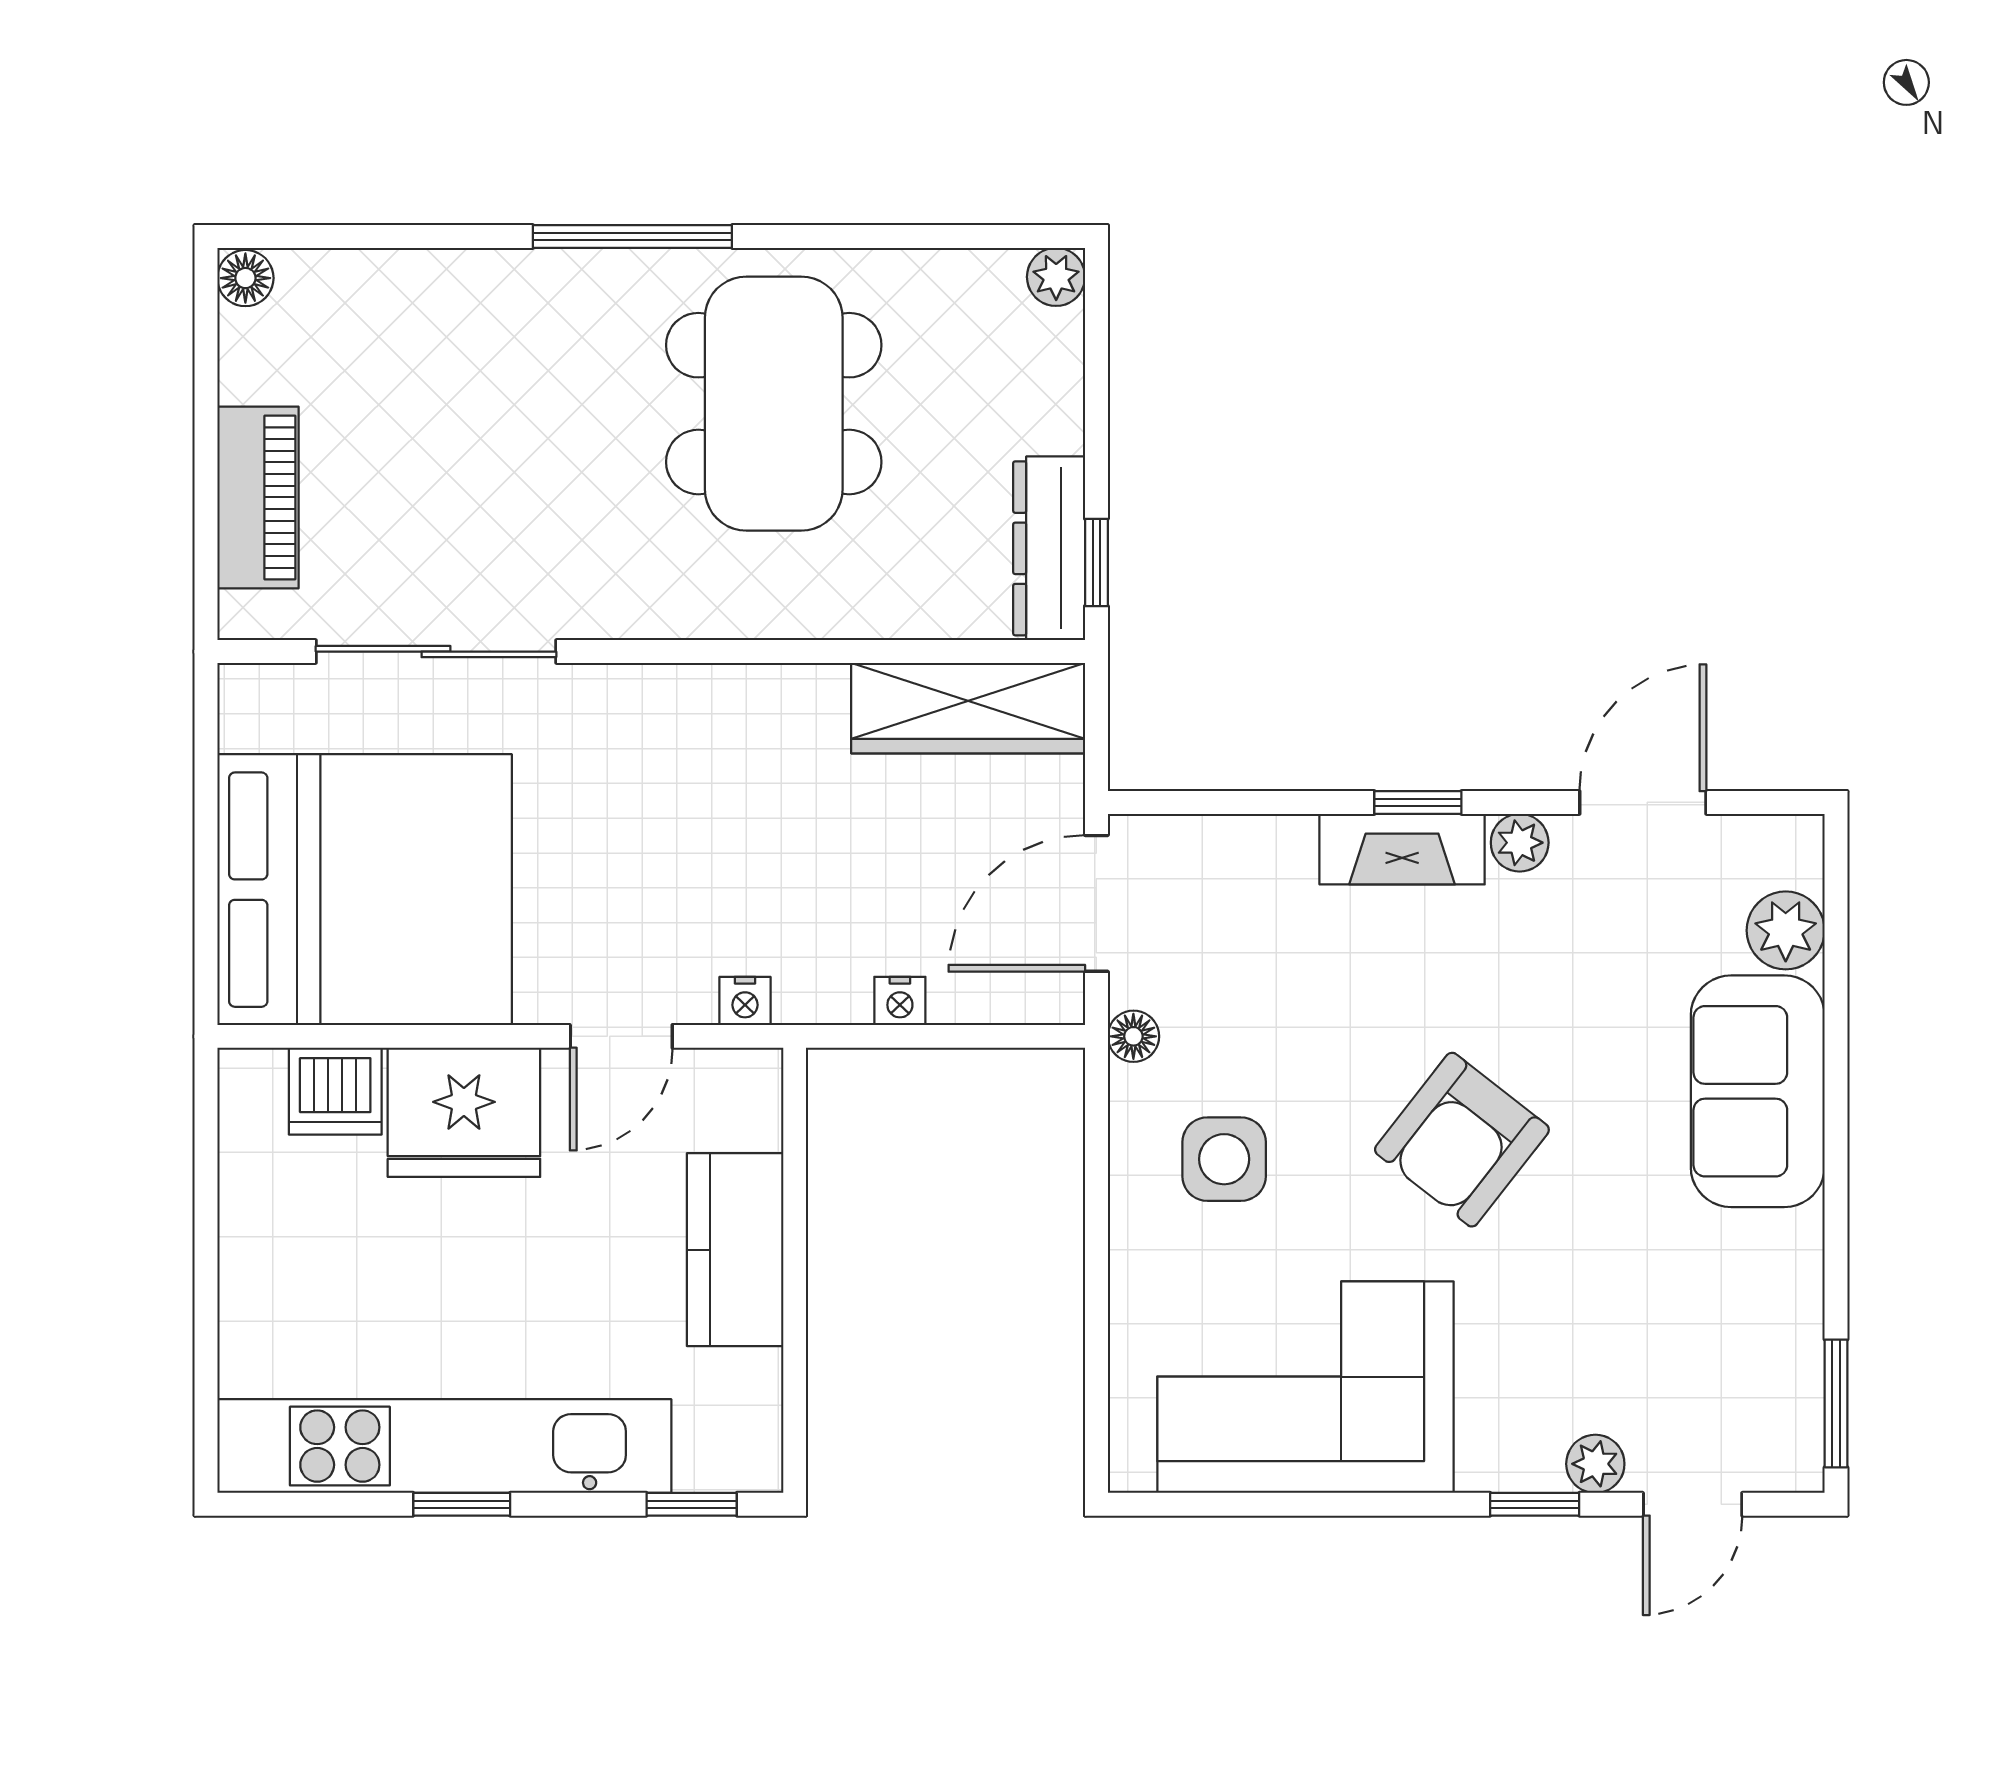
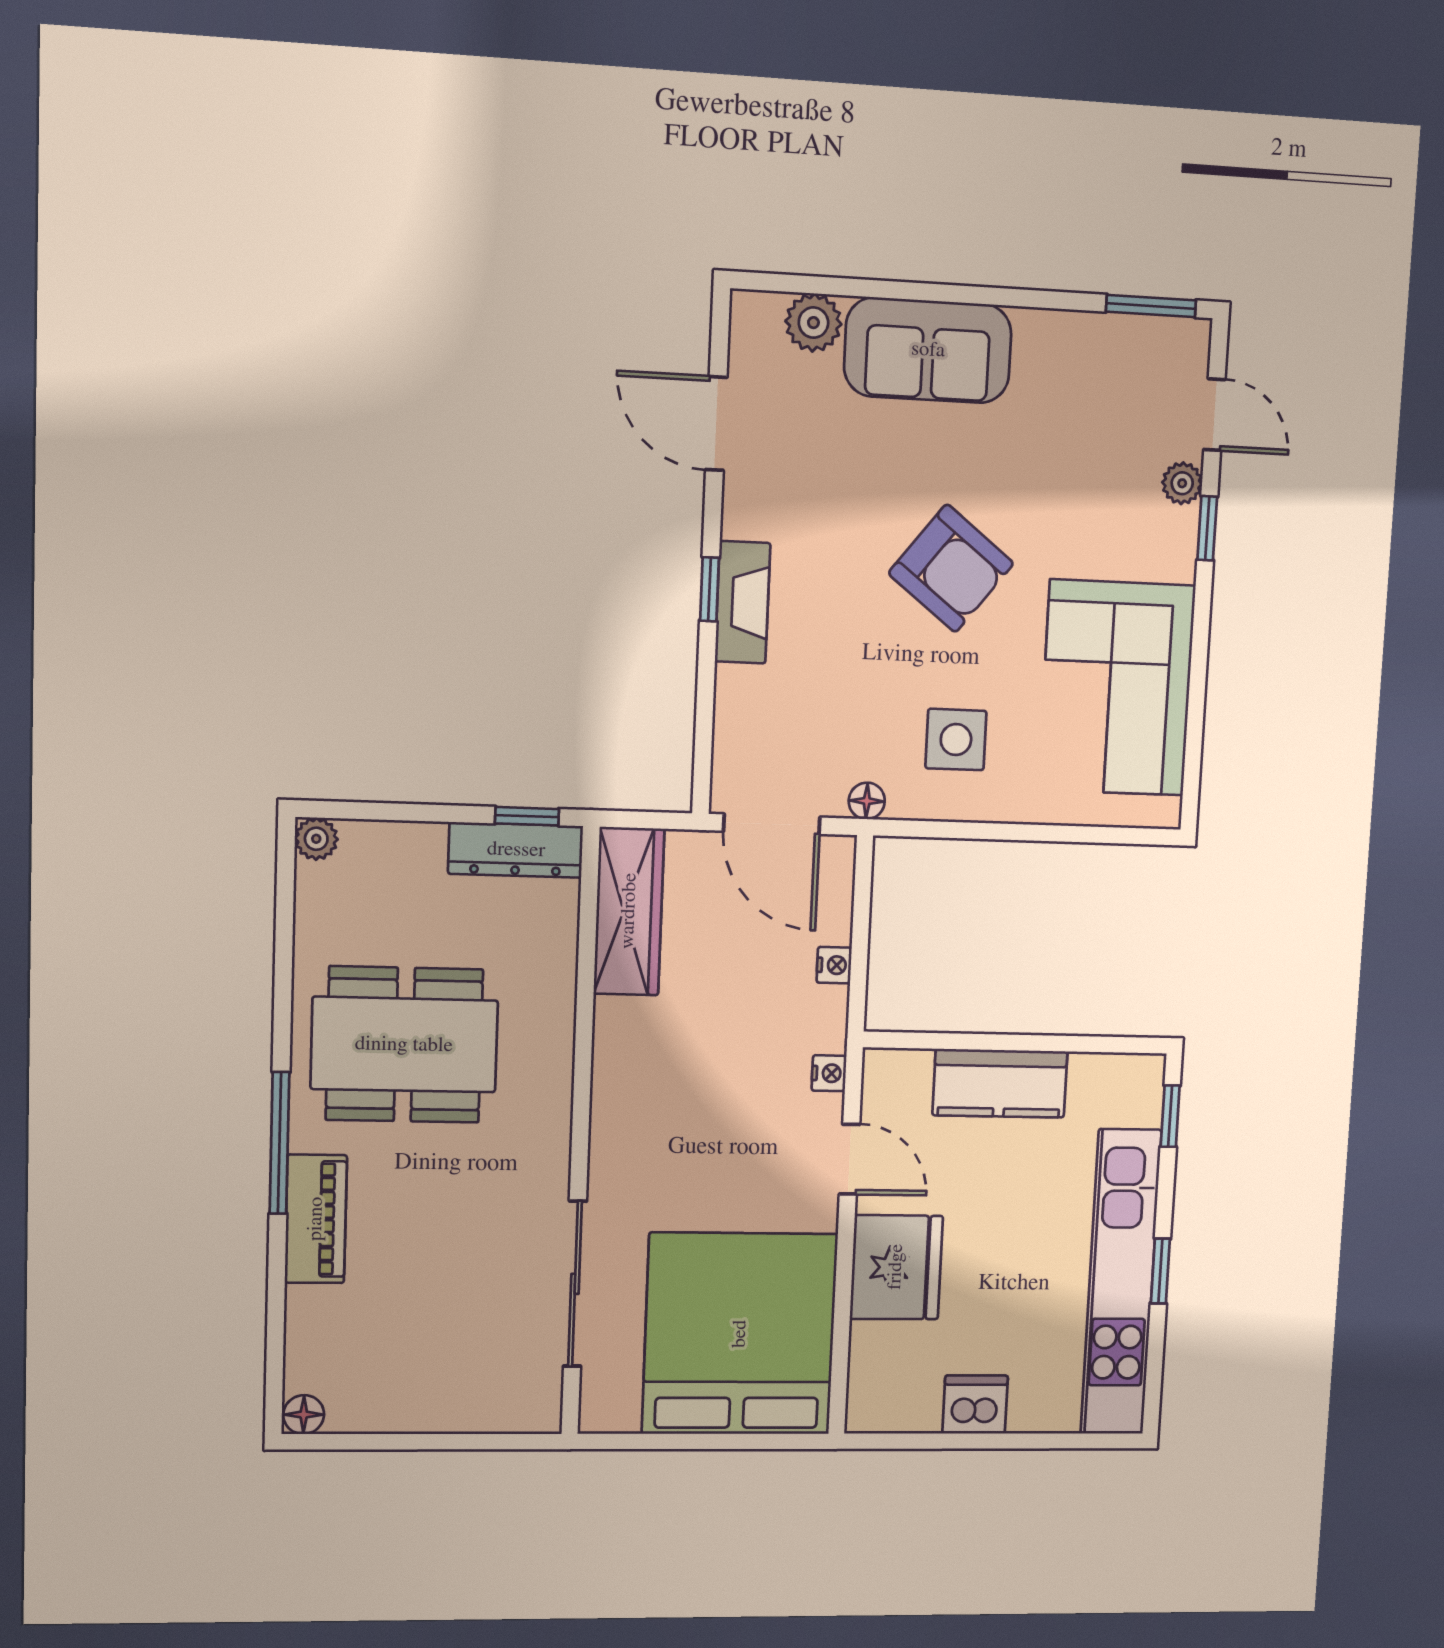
piano: (258, 497) -> (316, 1219), moved, turned 90
plant: (1520, 843) -> (742, 516), removed
dishwasher: (335, 1091) -> (975, 1405), moved, turned -90

